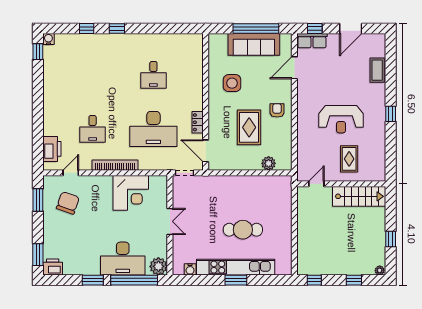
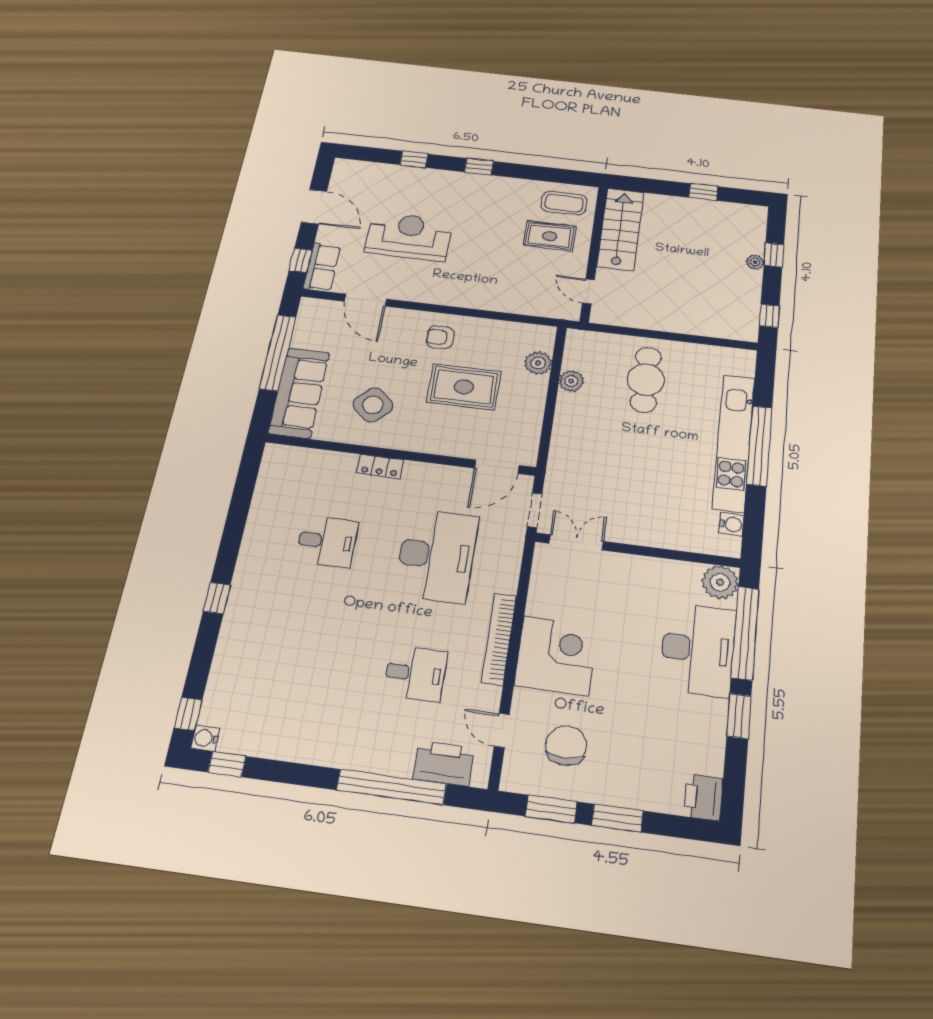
window: (87, 29) -> (188, 714), moved
sofa: (254, 44) -> (299, 393), moved
coffee table: (377, 70) -> (564, 203), moved
window: (391, 77) -> (414, 159), added
side table: (232, 83) -> (373, 405), turned 45
reception desk: (341, 119) -> (409, 236), moved, turned -90
locker: (198, 122) -> (380, 466), moved
window: (38, 127) -> (391, 787), added
plant: (260, 182) -> (571, 381), added
corner desk: (131, 193) -> (556, 656), moved
chair: (68, 203) -> (566, 745), turned 71
double door: (170, 221) -> (576, 542), moved
cafe table: (243, 230) -> (646, 380), moved
window: (38, 255) -> (617, 818), moved
plant: (380, 270) -> (755, 262), moved
window: (236, 280) -> (759, 446), width x2.11

